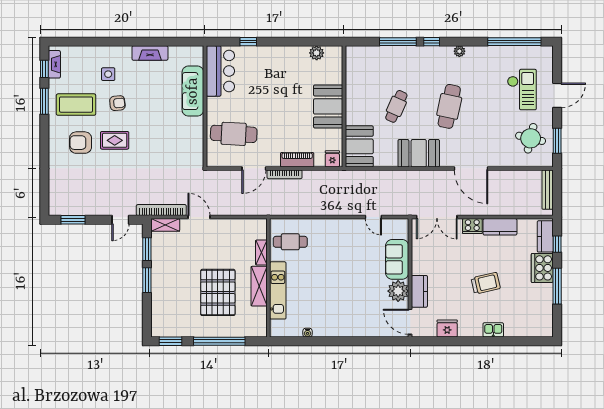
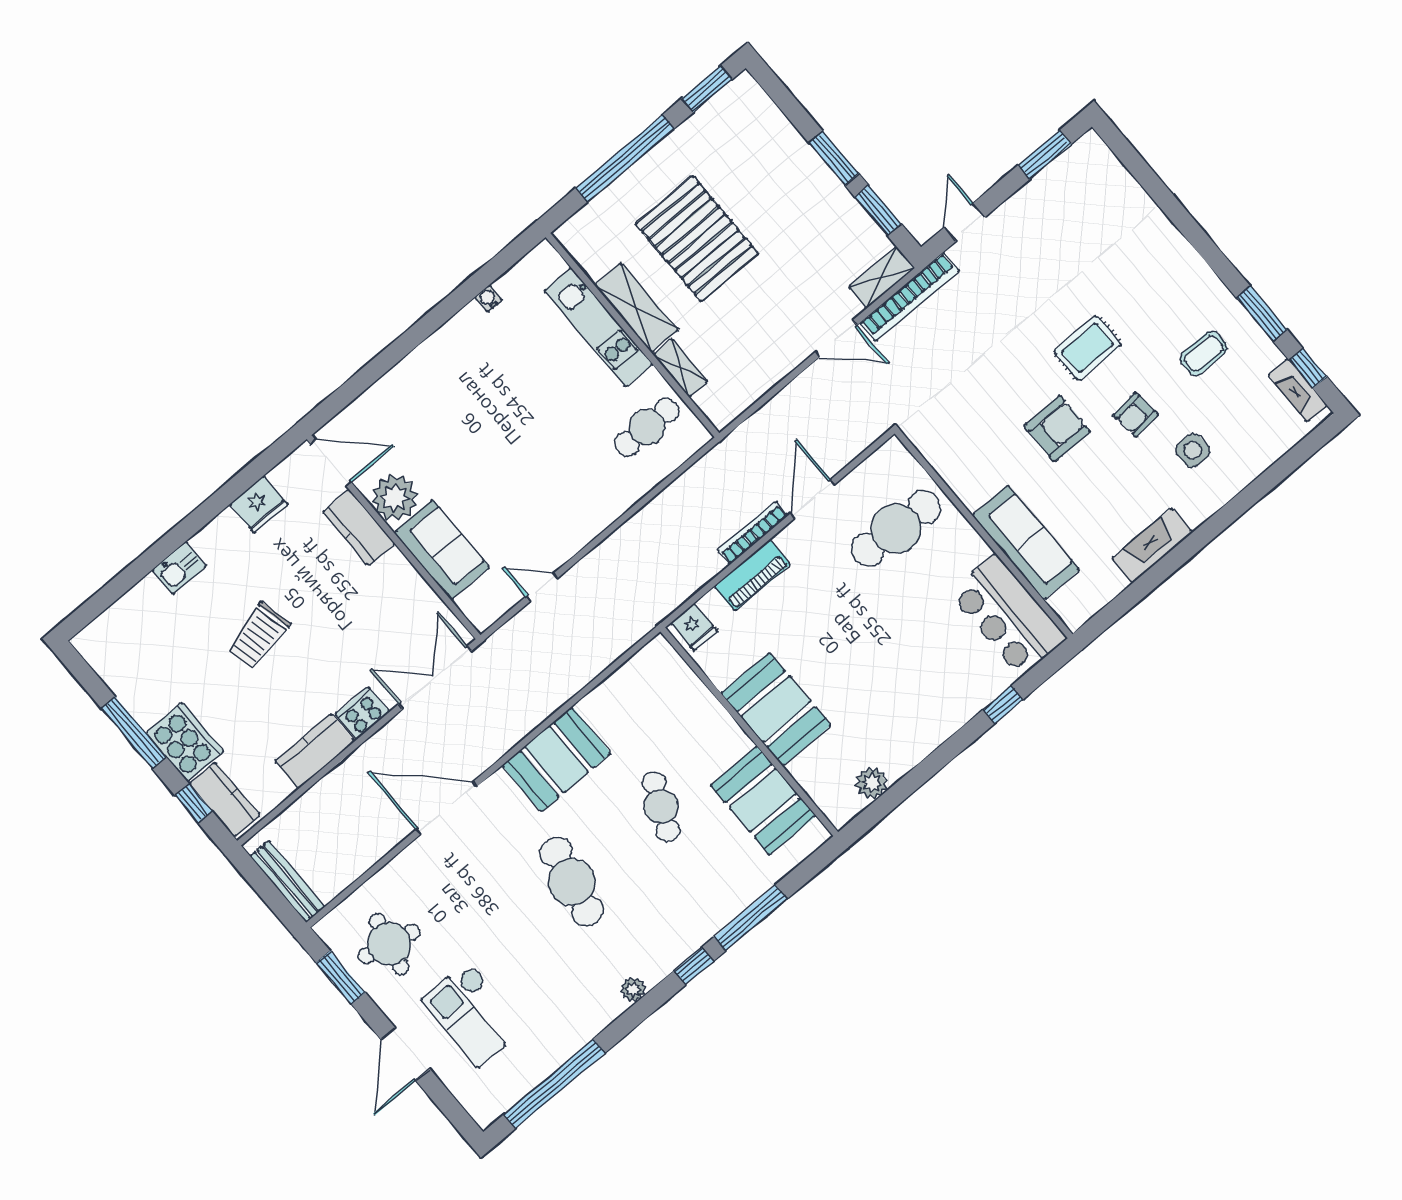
coffee table: (76, 105) -> (1204, 353), width x0.54, depth x0.58
armchair: (81, 143) -> (1057, 429), moved
booth: (359, 146) -> (763, 800), moved

